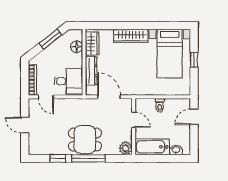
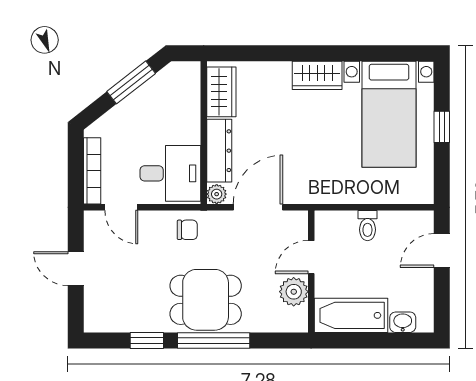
wardrobe: (131, 36) -> (317, 75), width x0.67
floor lamp: (77, 47) -> (188, 99), removed
plant: (90, 91) -> (217, 194), added
door: (109, 97) -> (258, 207), hinge flipped
chair: (76, 107) -> (187, 230), added
door: (134, 120) -> (311, 257), swing flipped
plant: (126, 148) -> (294, 292), moved

